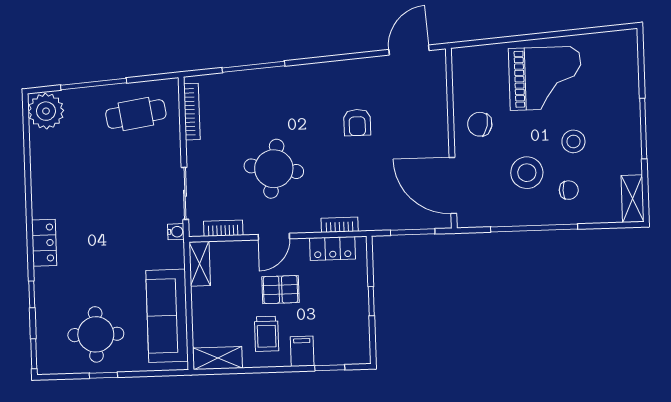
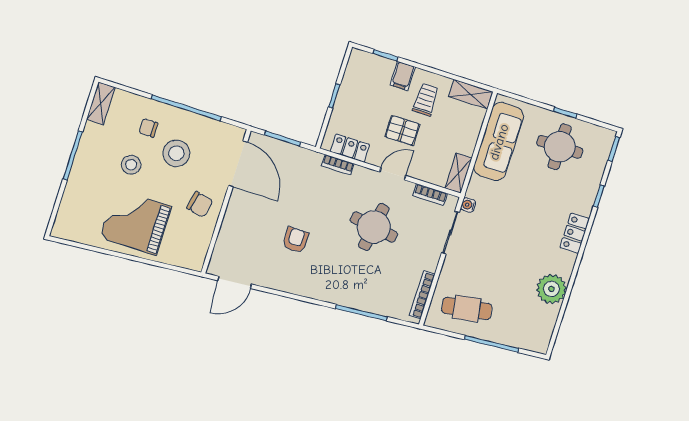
plant: (46, 111) -> (551, 289), moved

